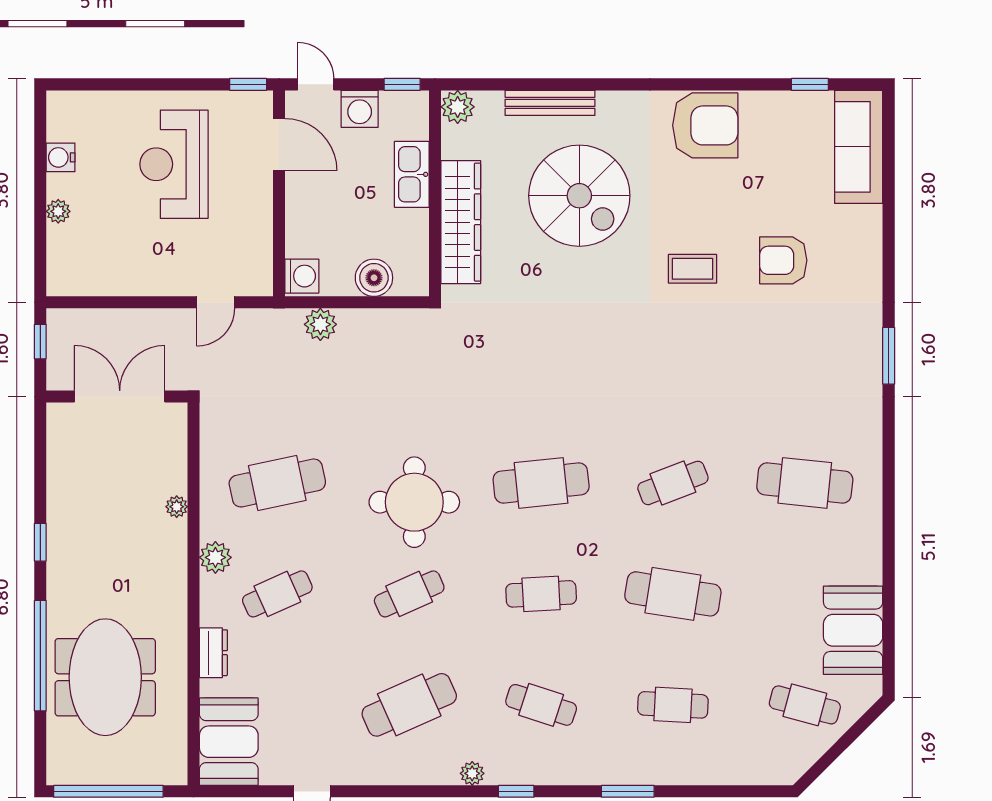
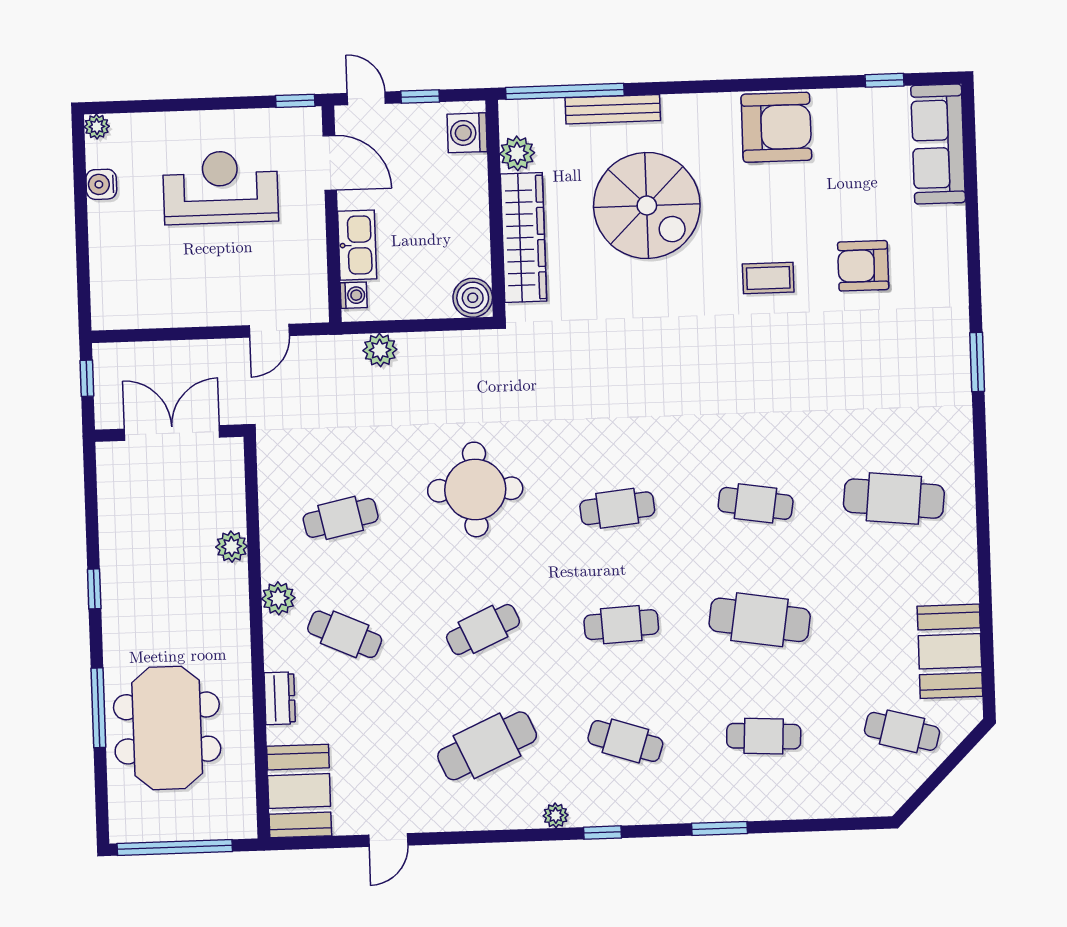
window: (402, 84) -> (420, 97), moved
window: (505, 84) -> (565, 91), added
plant: (458, 107) -> (517, 153), moved
washing machine: (360, 109) -> (467, 133), moved, turned 90
reception desk: (174, 164) -> (220, 187), turned 90
kitchen sink: (412, 174) -> (357, 245), moved, turned 180
plant: (58, 211) -> (97, 127), moved
washing machine: (302, 276) -> (354, 295), width x0.73, depth x0.73
boiler: (374, 278) -> (473, 298), moved
cafe table: (277, 483) -> (341, 518), width x0.73, depth x0.74
cafe table: (541, 483) -> (617, 508), width x0.73, depth x0.74
cafe table: (673, 483) -> (756, 503), turned 30
round table: (414, 502) -> (475, 489), moved
plant: (177, 507) -> (232, 547), width x1.38, depth x1.38
cafe table: (277, 594) -> (345, 634), turned 48
window: (40, 656) -> (98, 708), width x0.68

